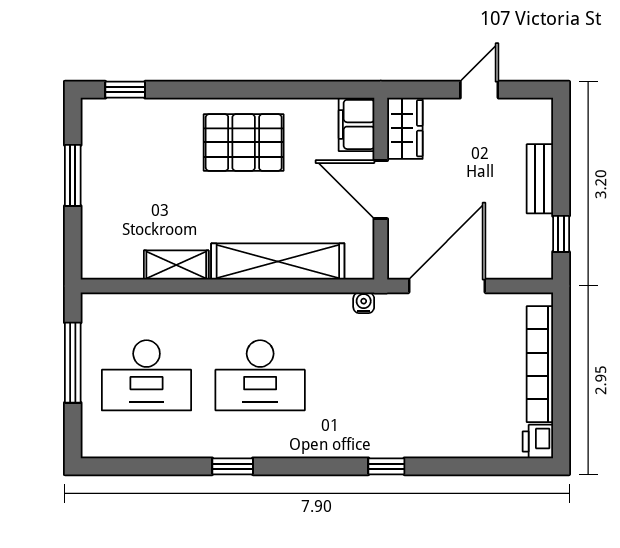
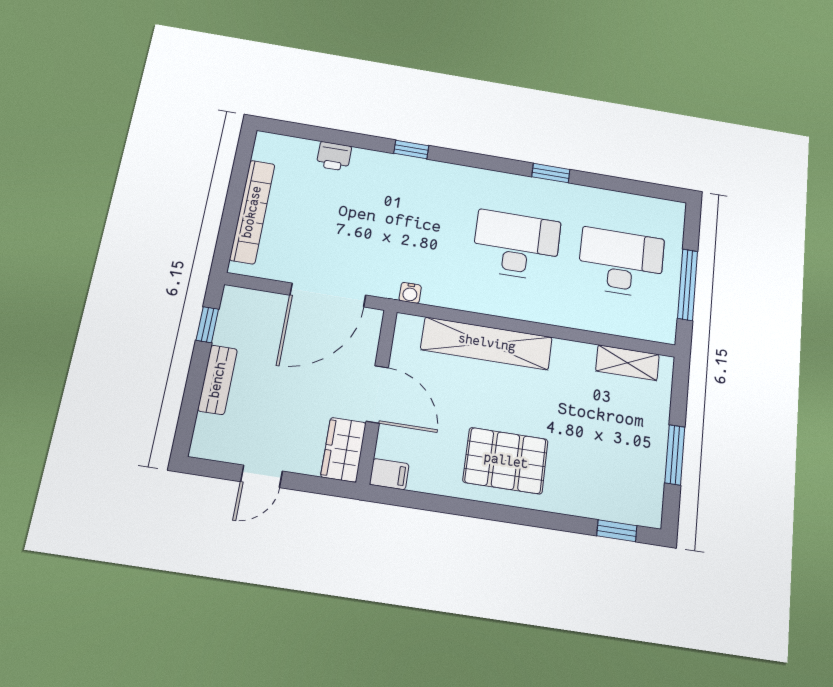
filing cabinet: (357, 124) -> (389, 474), width x0.50
shelving: (176, 265) -> (627, 363), moved
printer: (538, 442) -> (334, 156), moved, turned 90

